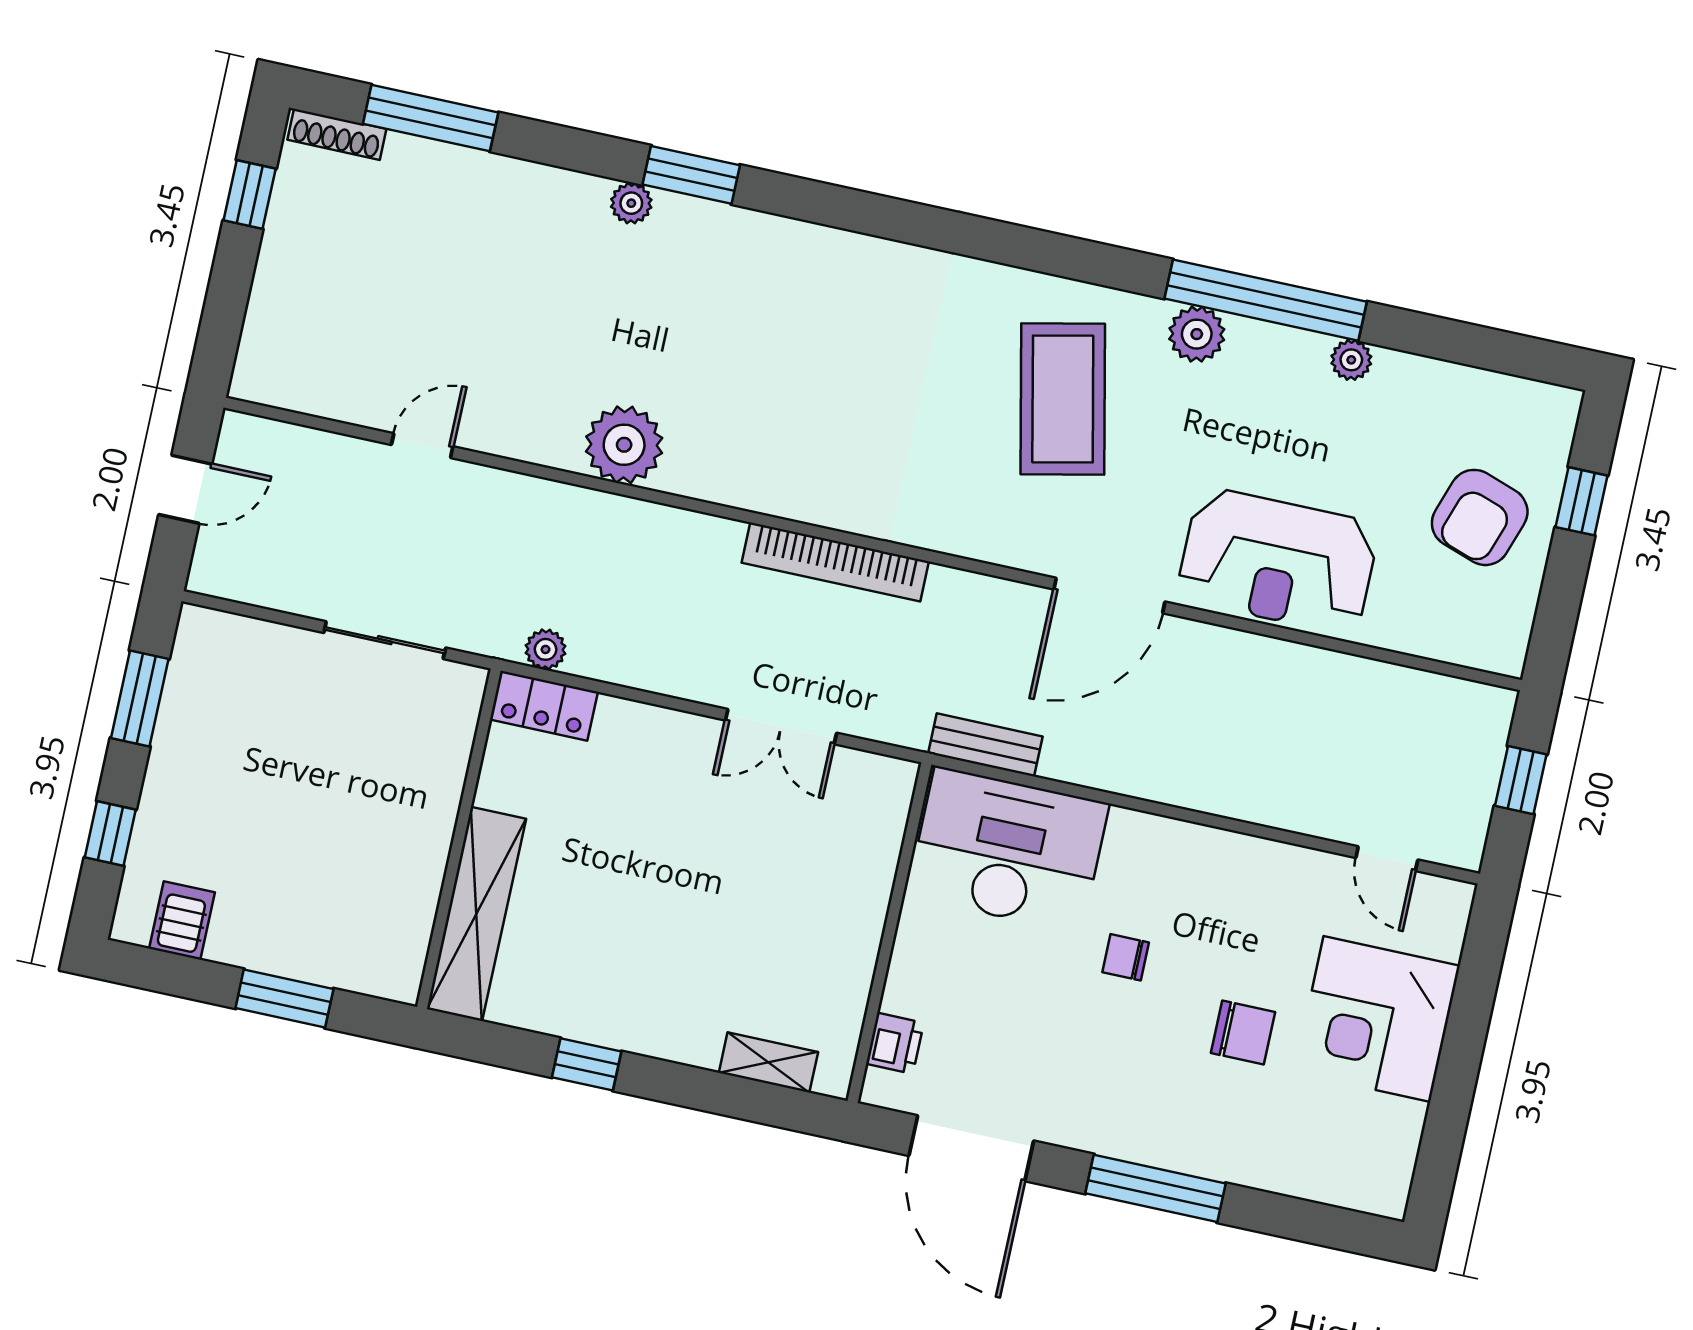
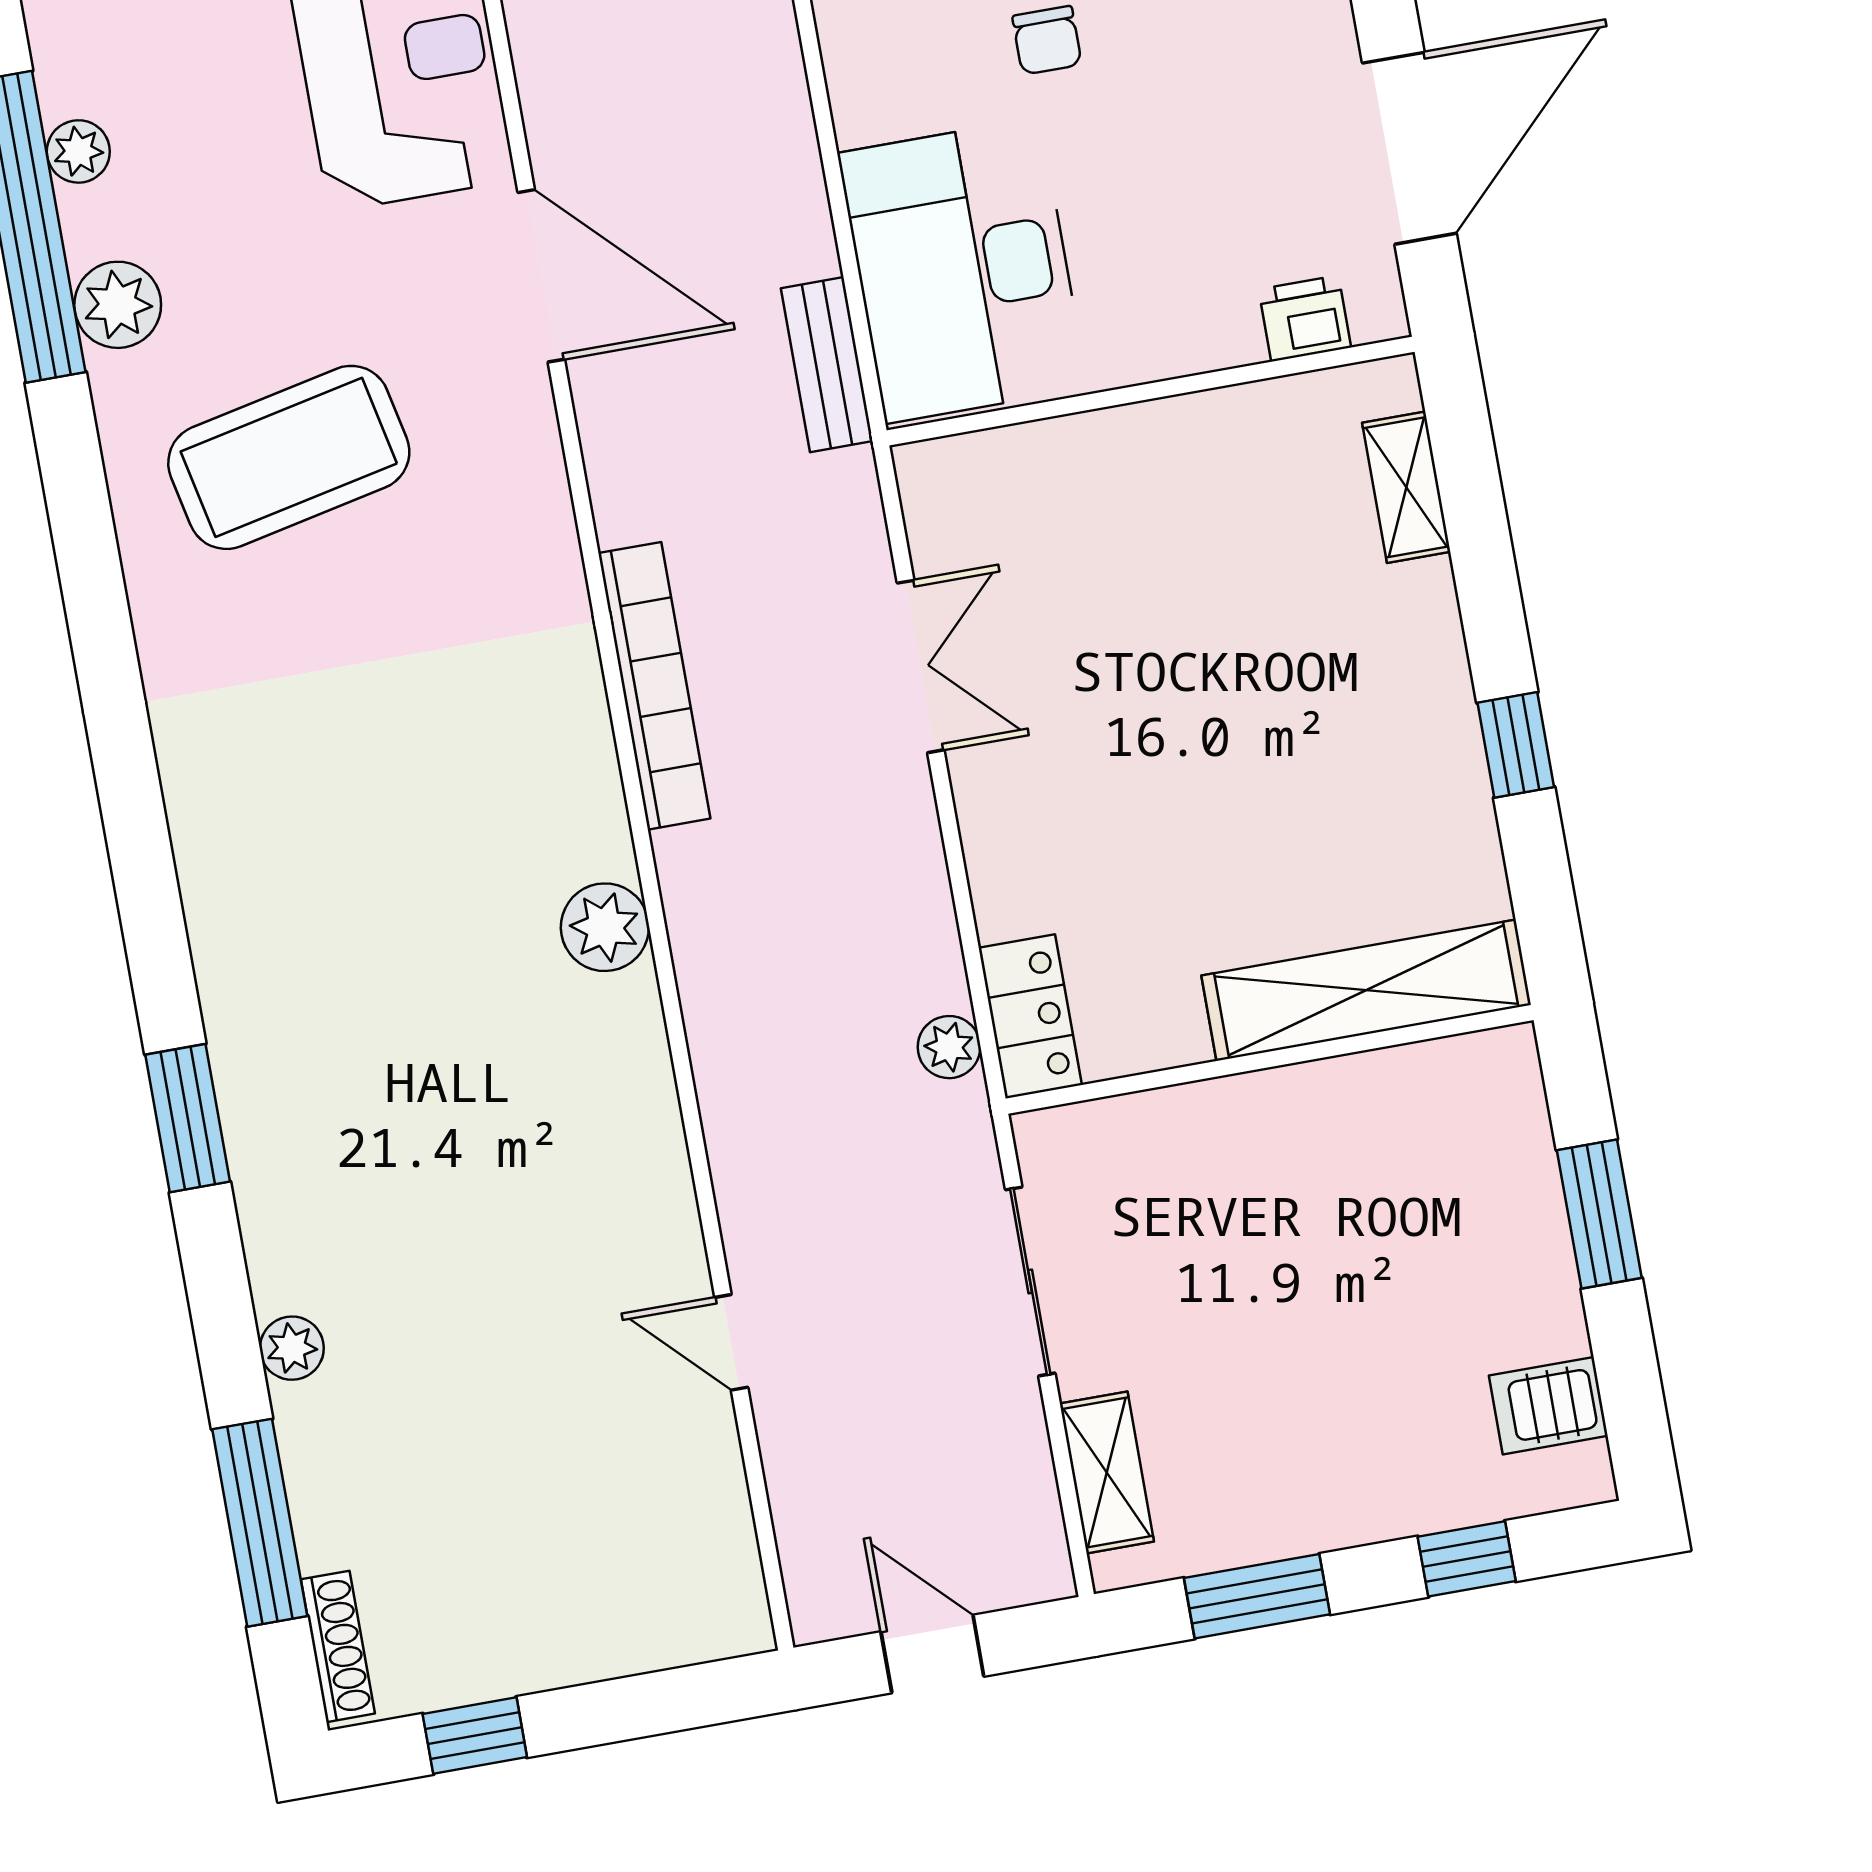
plant: (631, 203) -> (292, 1348), moved
plant: (1351, 360) -> (78, 151), moved
plant: (624, 445) -> (605, 927), moved, width x0.73, depth x0.73
shelving: (251, 639) -> (1107, 1472), added

